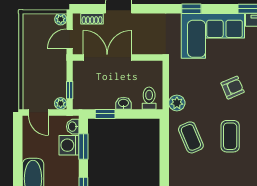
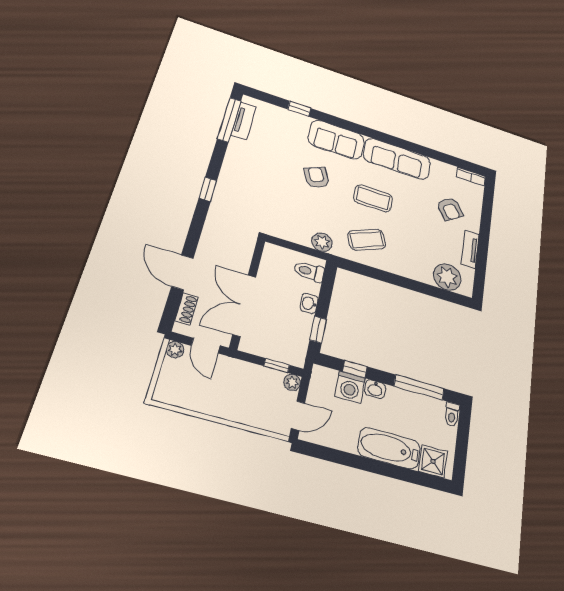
corner sofa: (213, 36) -> (249, 177), removed
washbasin: (73, 127) -> (375, 389), moved
window: (83, 146) -> (355, 369), width x0.67

